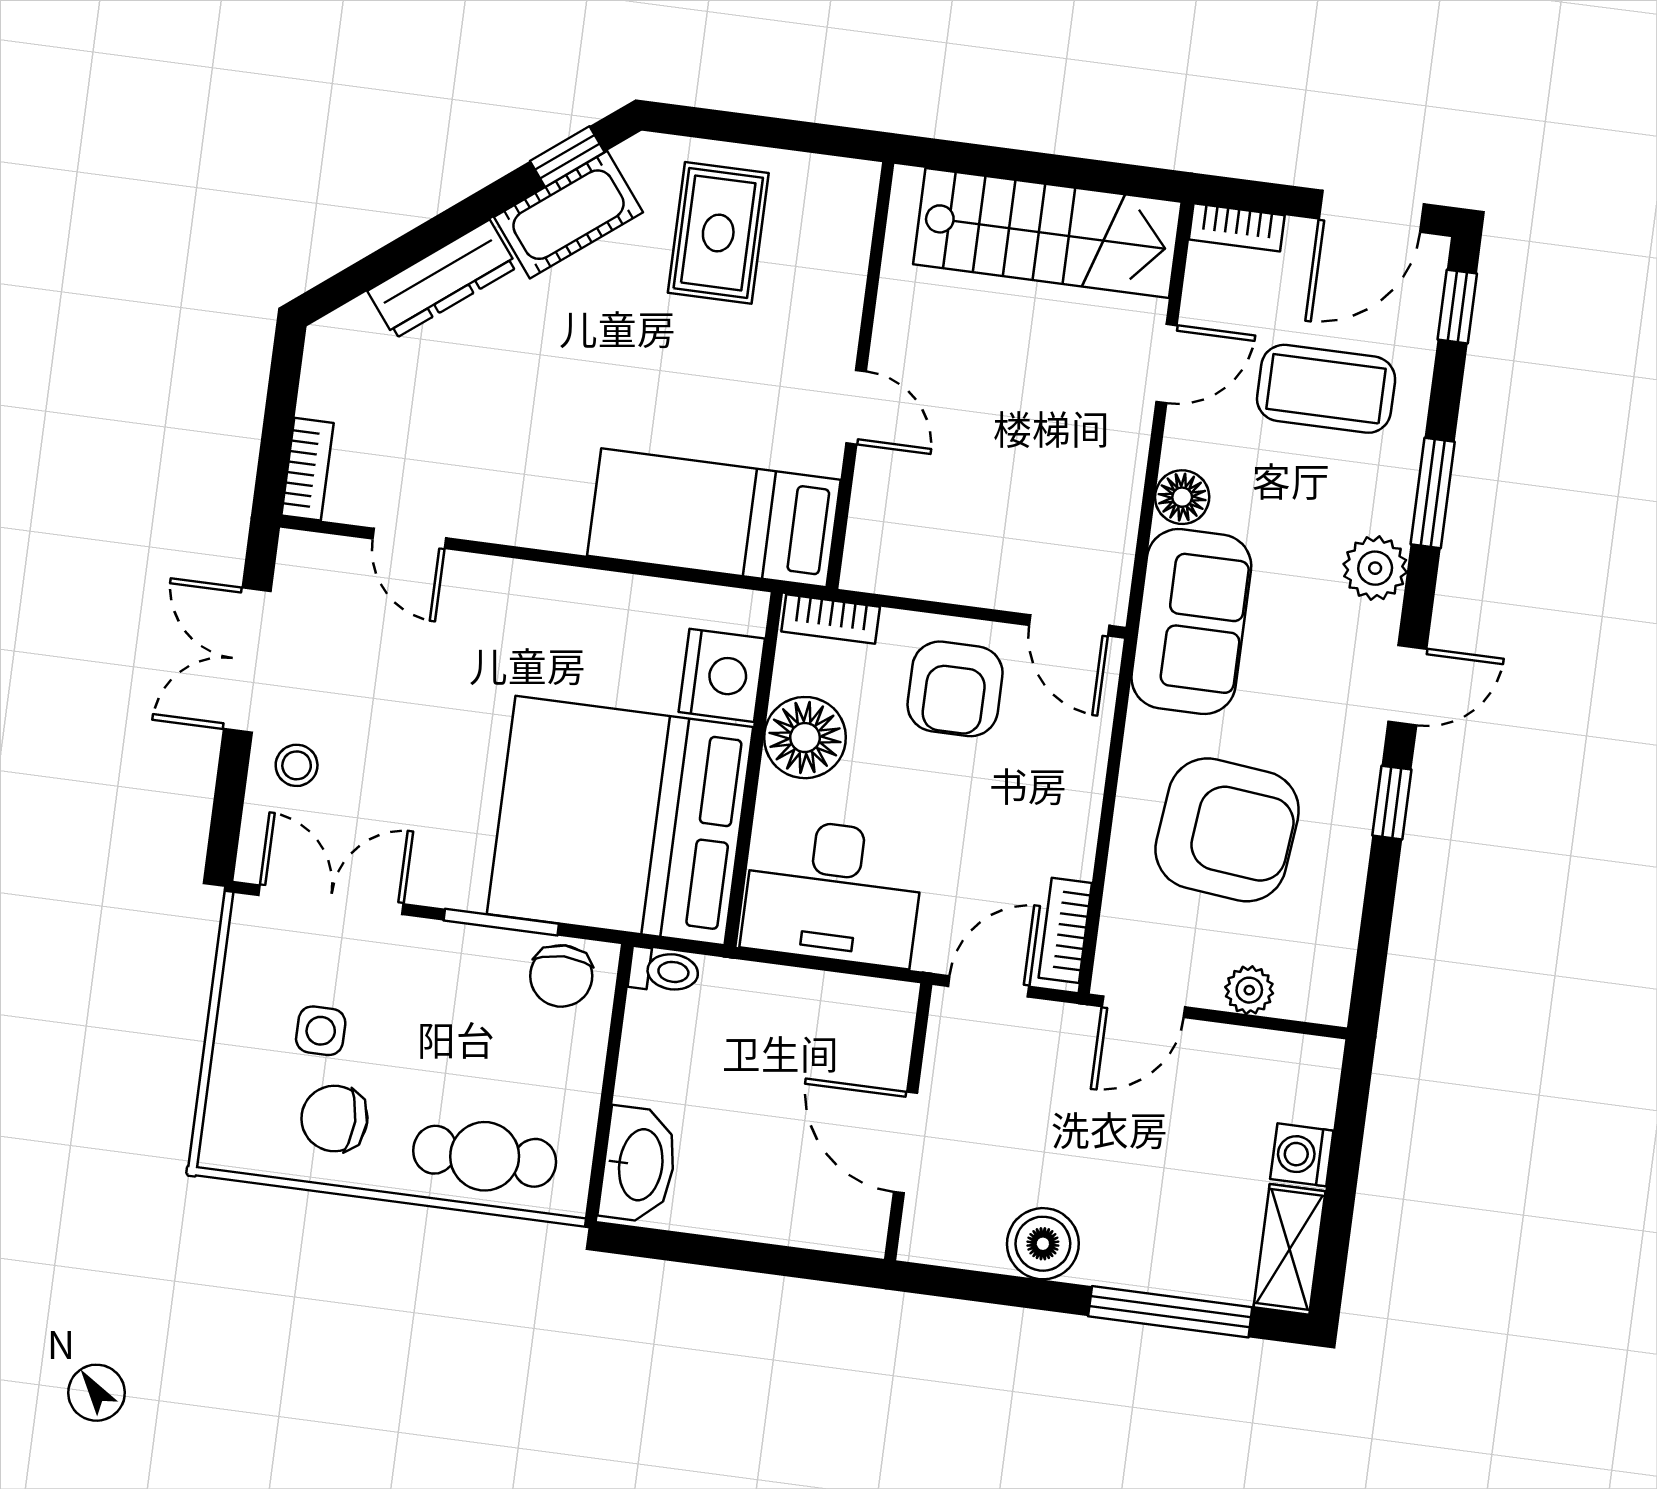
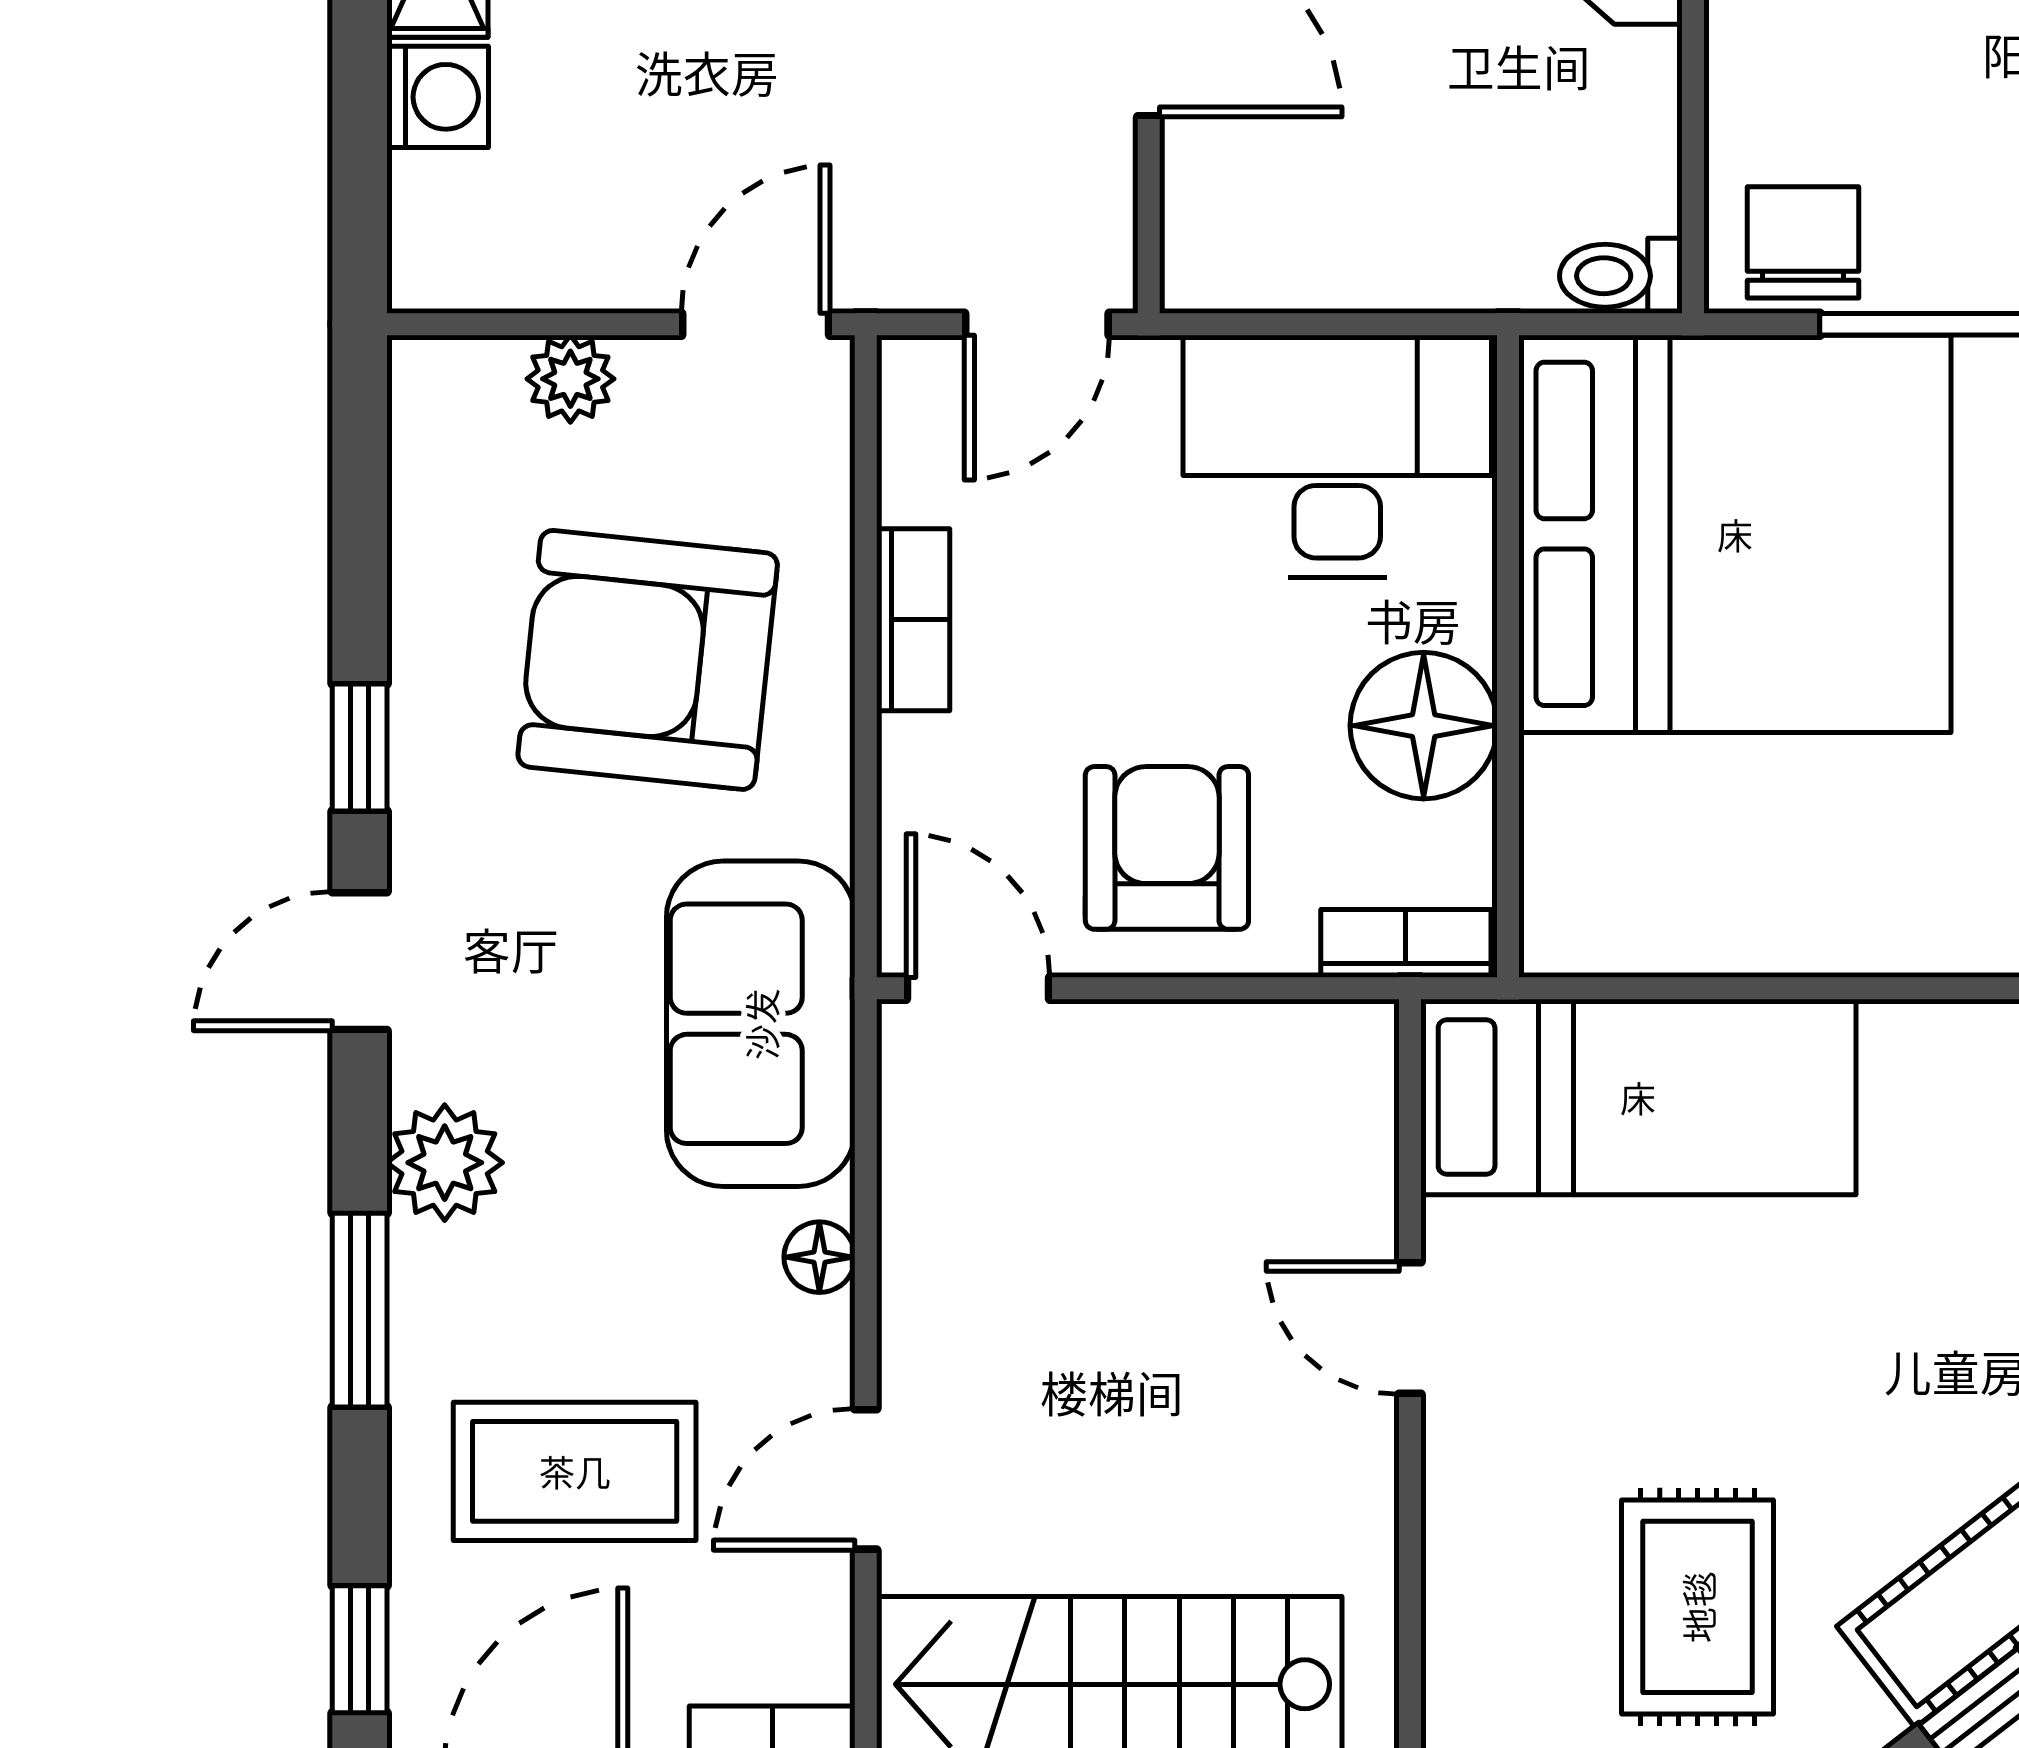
floor lamp: (1182, 497) -> (819, 1257), width x0.73, depth x0.73
nightstand: (722, 675) -> (1587, 817), removed
bookcase: (1065, 930) -> (913, 620), moved

